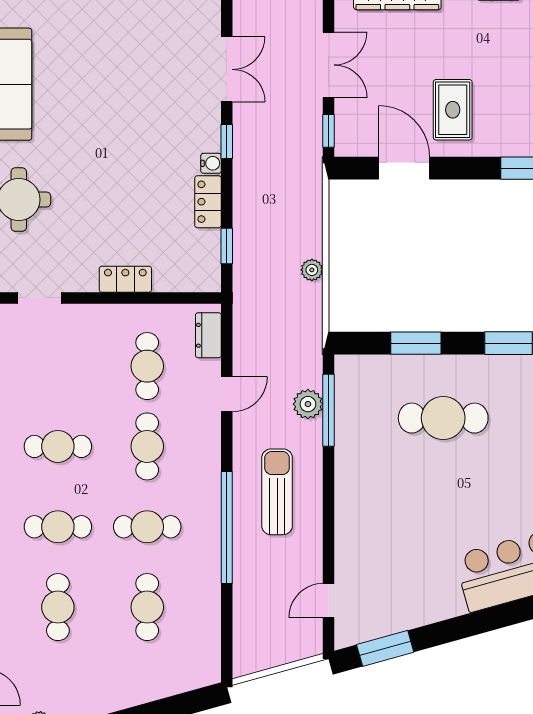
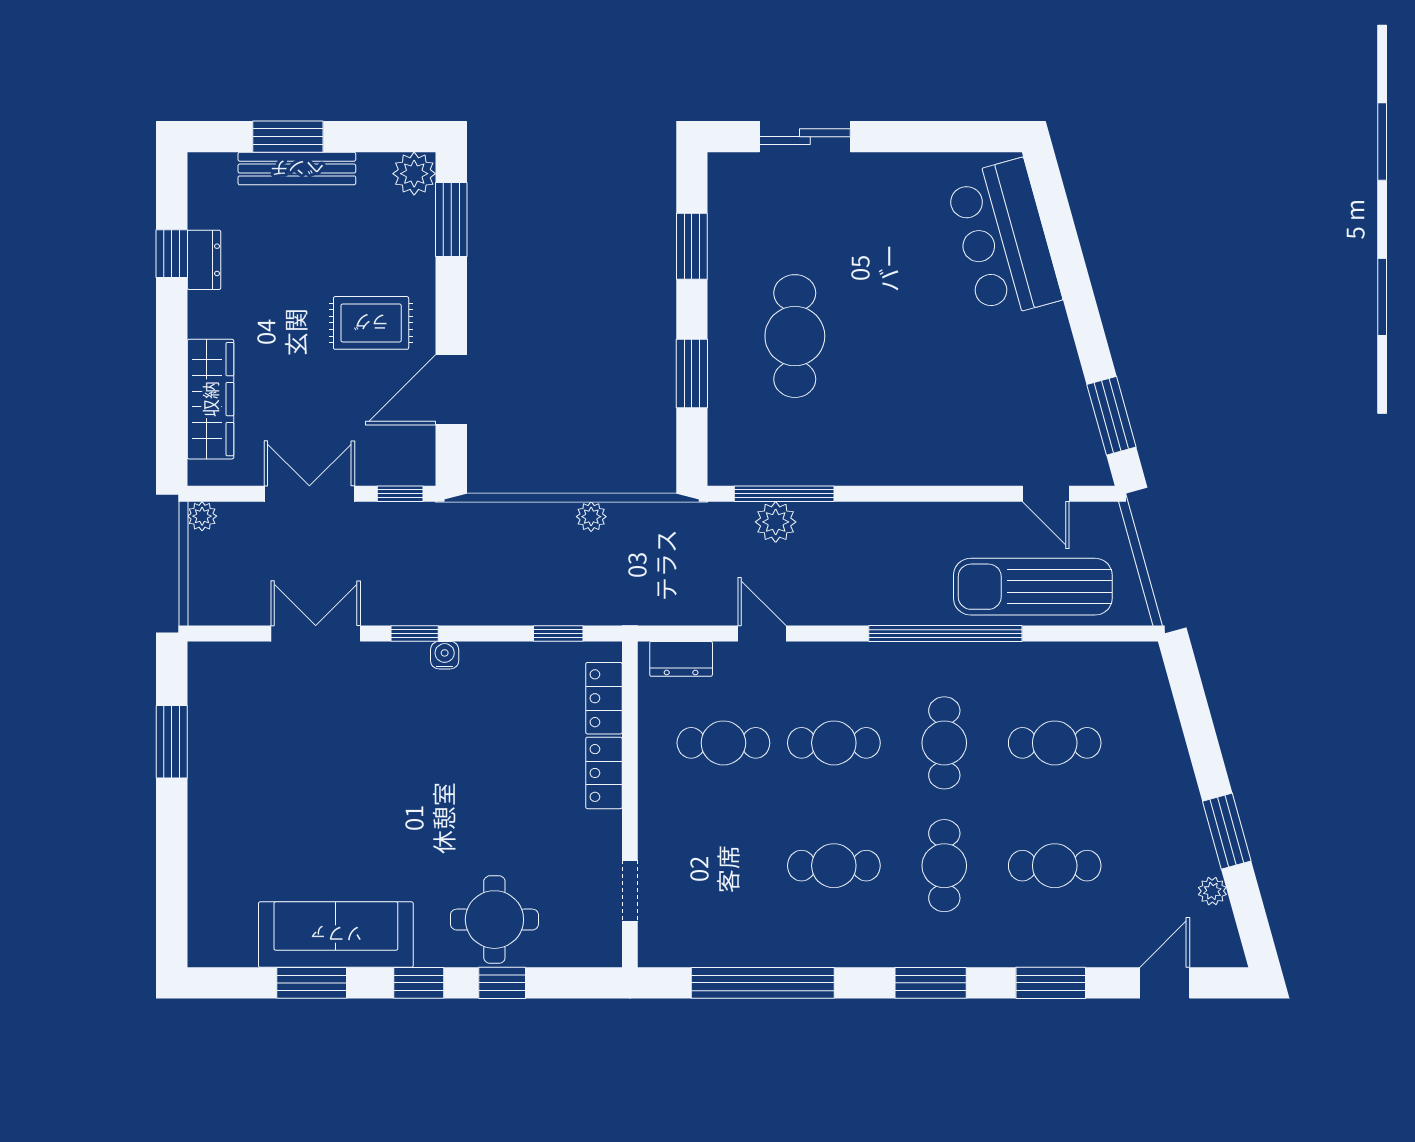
locker: (208, 202) -> (604, 698), moved, turned 90
cafe table: (58, 446) -> (834, 866), turned 90
sun lounger: (277, 492) -> (1033, 587), moved, width x1.36, depth x1.34

